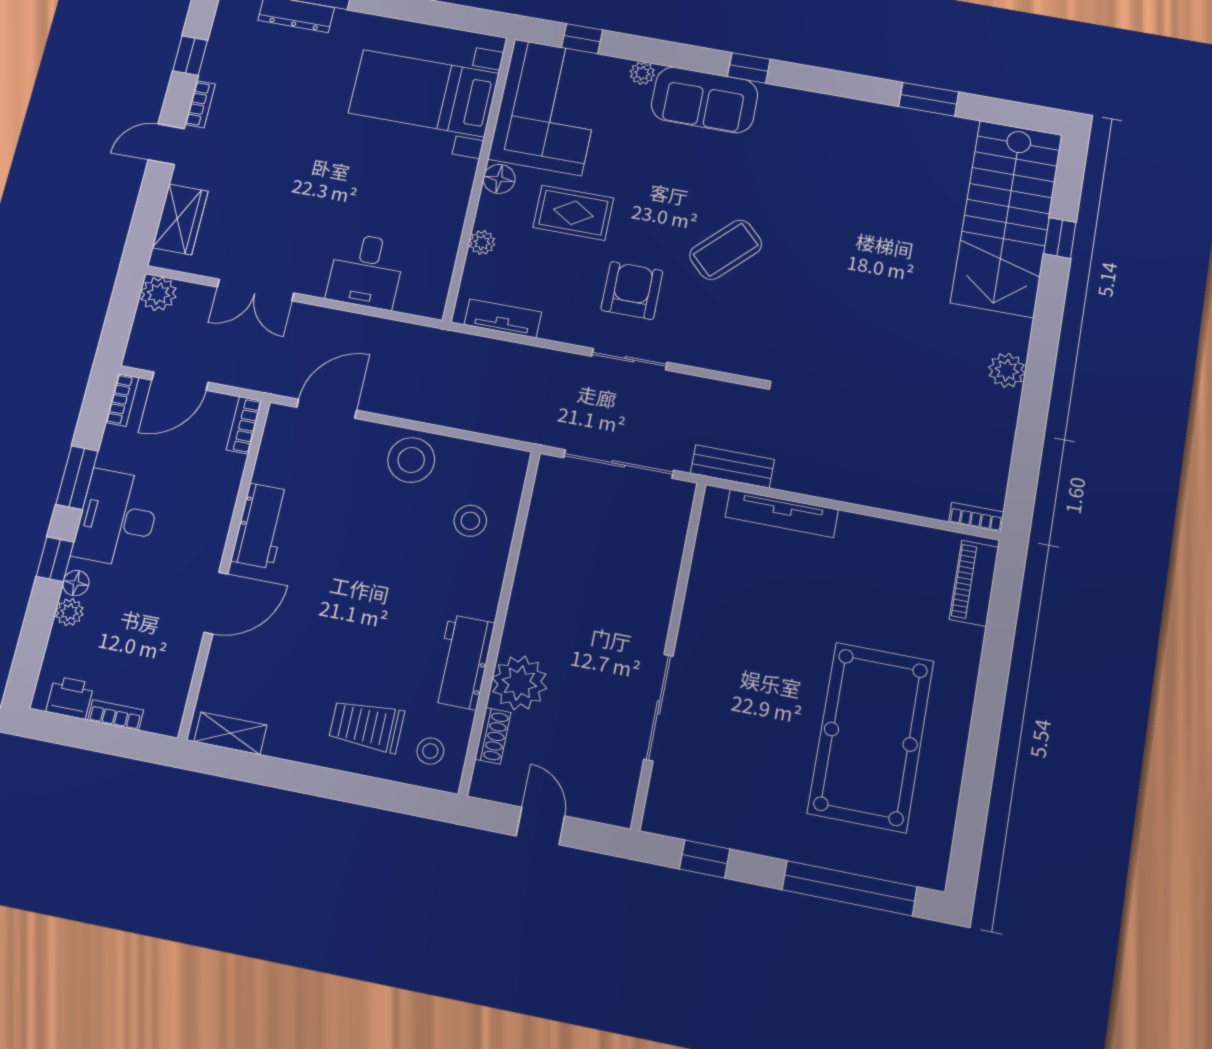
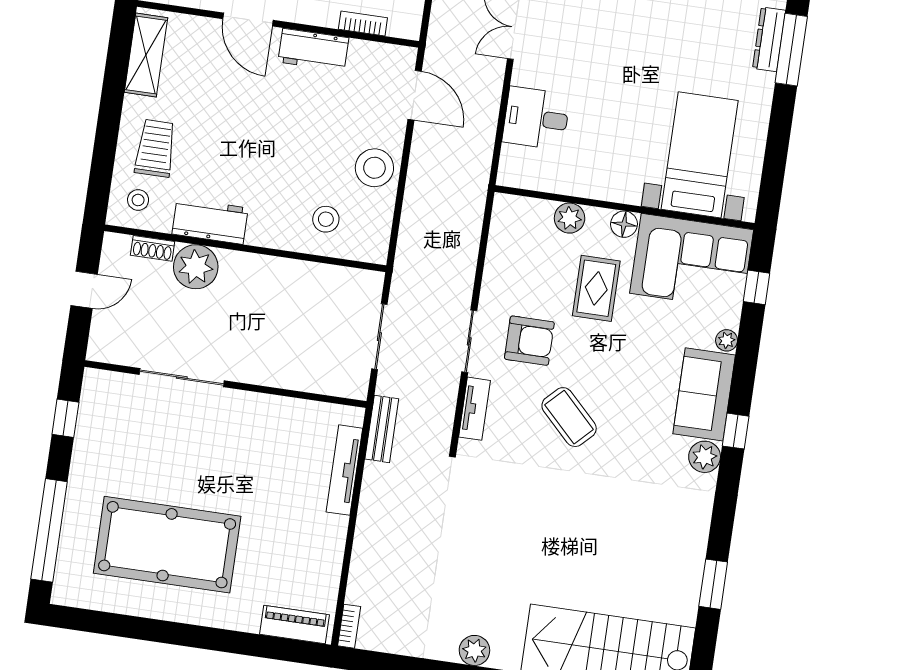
plant: (778, 102) -> (705, 457), added
plant: (482, 243) -> (570, 218), width x1.38, depth x1.38
tv unit: (503, 318) -> (475, 409), moved
bookcase: (244, 425) -> (363, 23), moved
sliding door: (618, 464) -> (379, 337), width x0.73
shelving: (230, 733) -> (146, 55), width x1.50, depth x1.33

